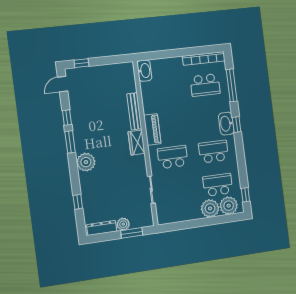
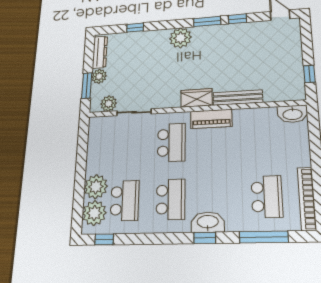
window: (81, 63) -> (309, 74), moved
school desk: (205, 85) -> (267, 197), turned 180
plant: (146, 212) -> (109, 104), added

